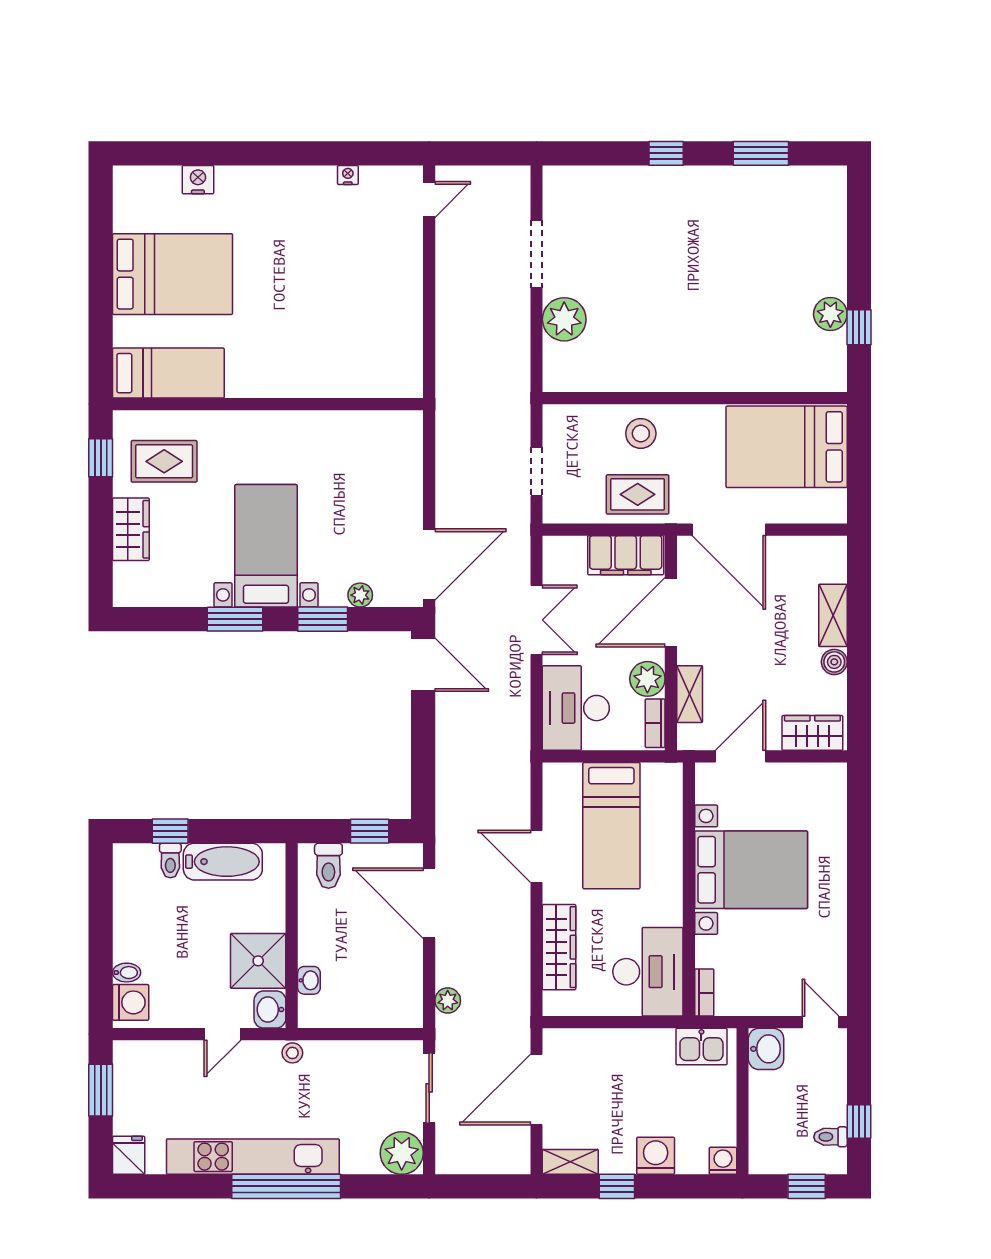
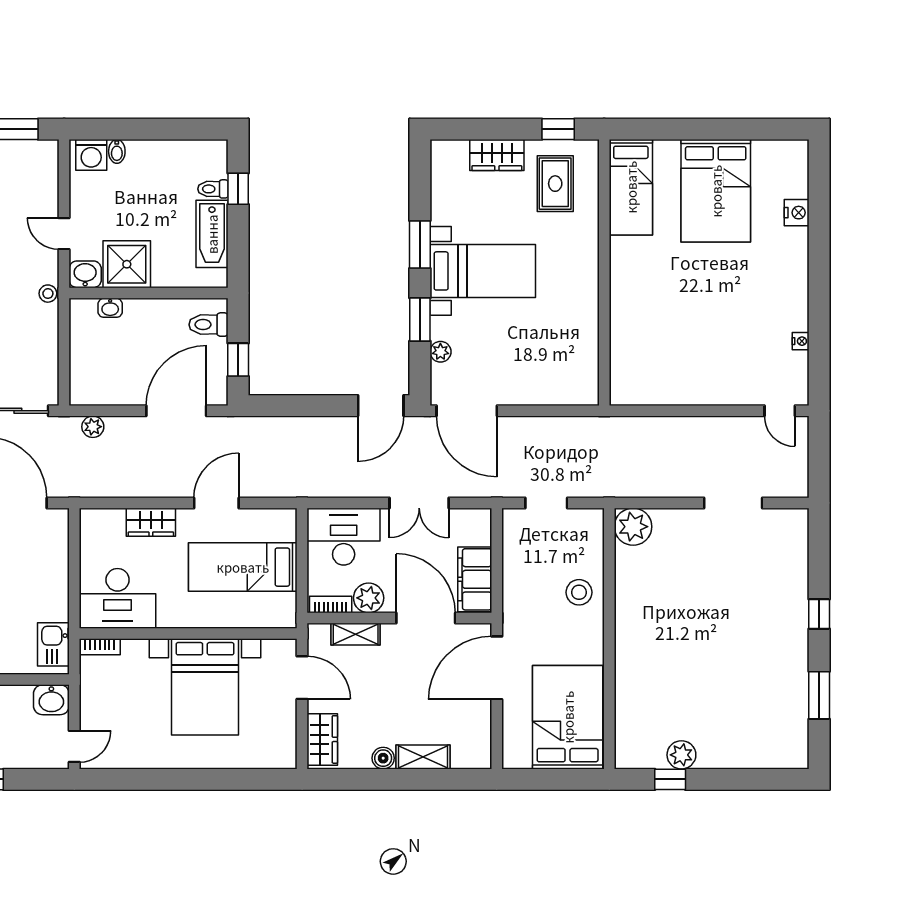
plant: (564, 319) -> (633, 527), moved
rug: (638, 494) -> (527, 590), removed
wardrobe: (559, 947) -> (151, 522), width x0.67

